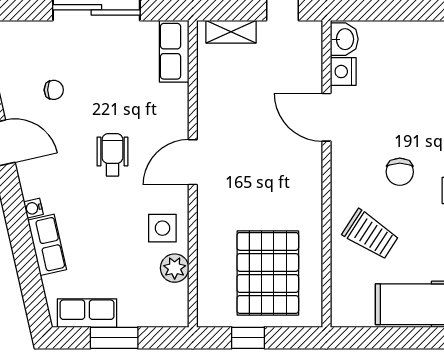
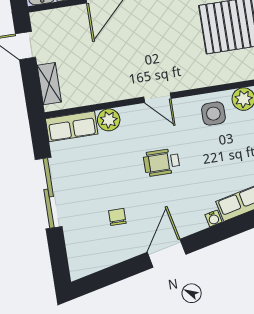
plant: (175, 98) -> (109, 120), added
door: (193, 162) -> (157, 98), width x0.73

